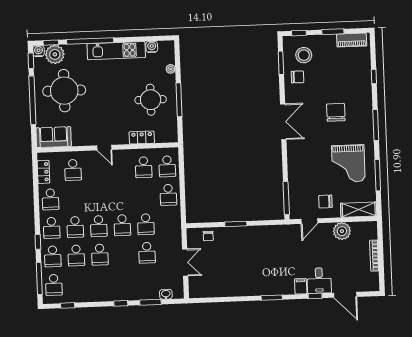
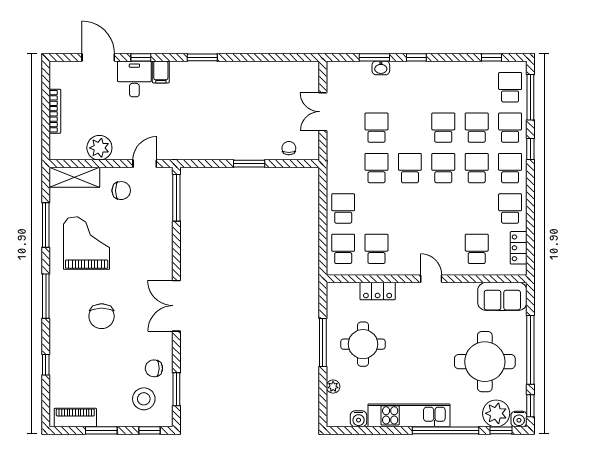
washbasin: (166, 294) -> (381, 68), moved

